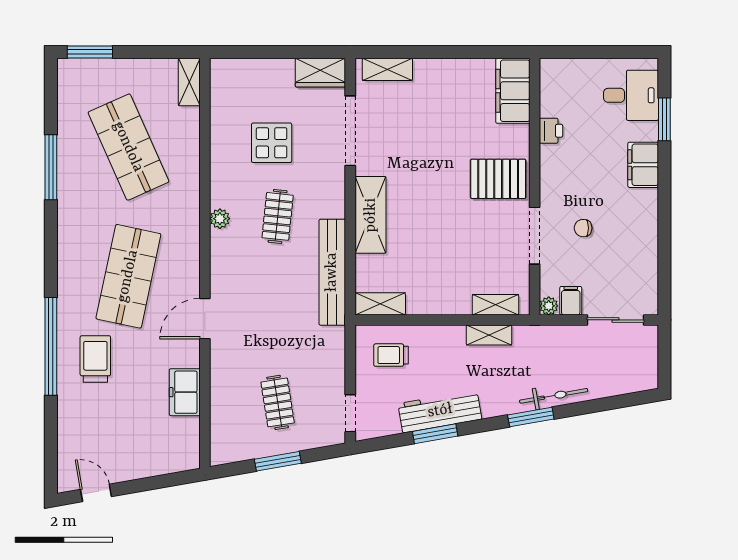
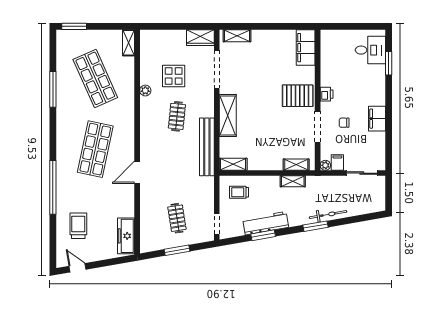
printer: (551, 131) -> (327, 94), moved
filing cabinet: (643, 165) -> (377, 119), moved
plant: (220, 219) -> (145, 91), moved
trolley: (95, 359) -> (78, 226), moved
freezer: (185, 392) -> (126, 236), moved, width x1.40

